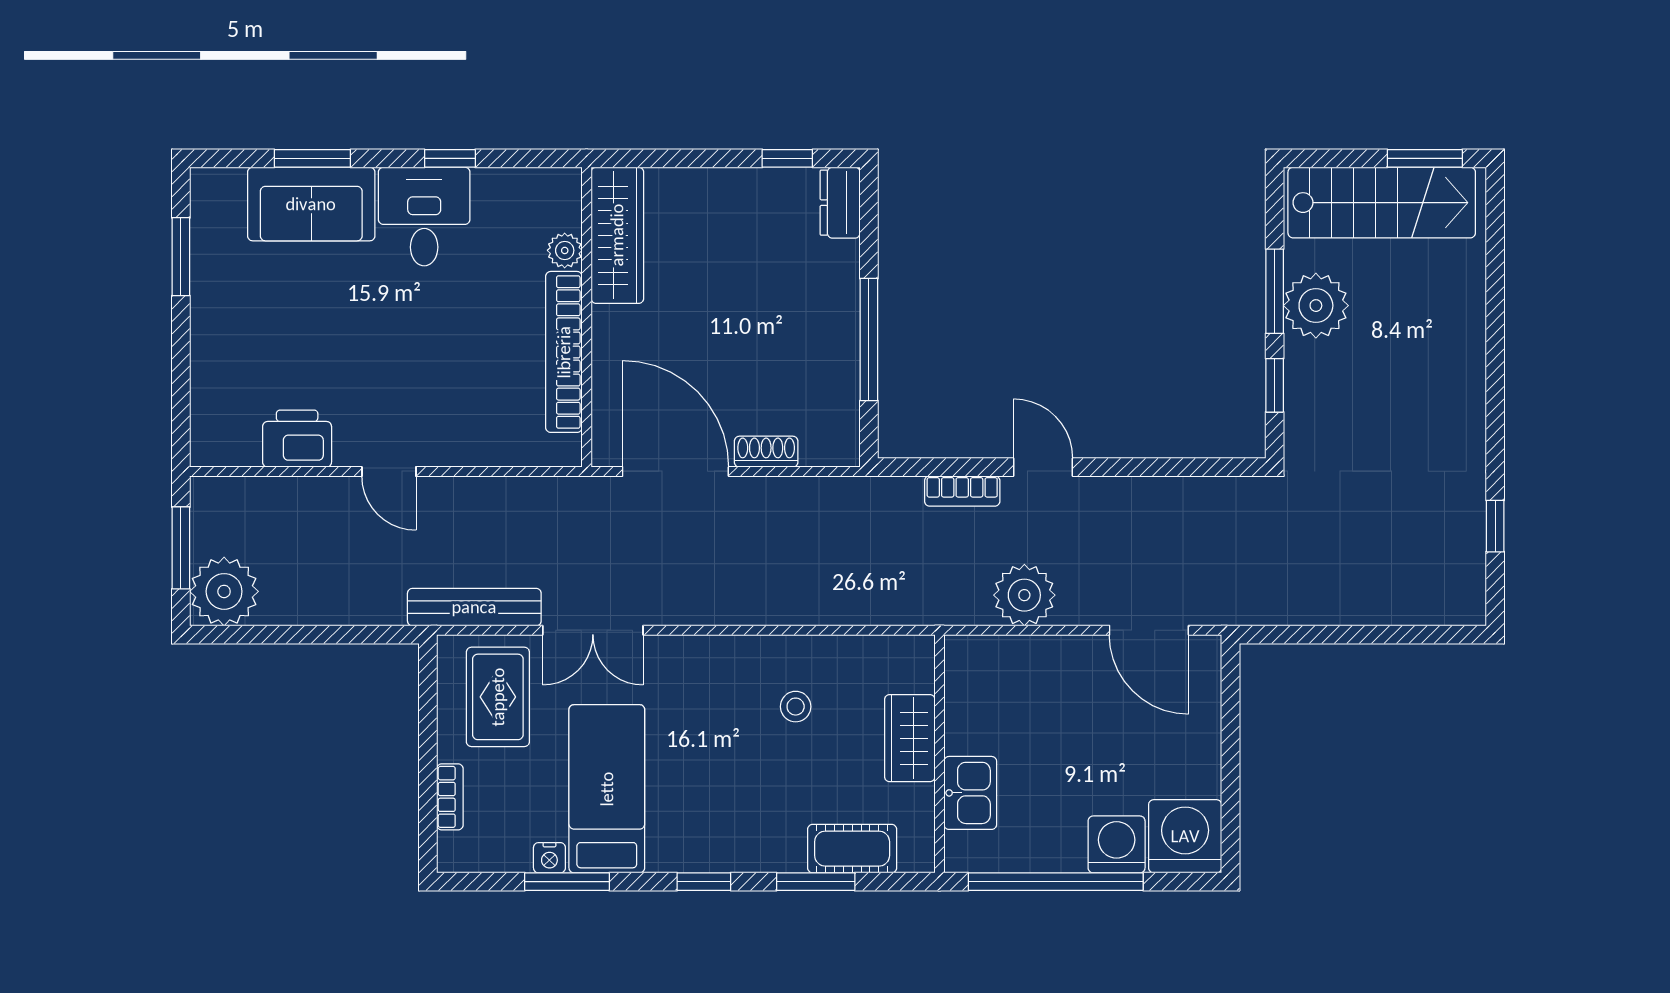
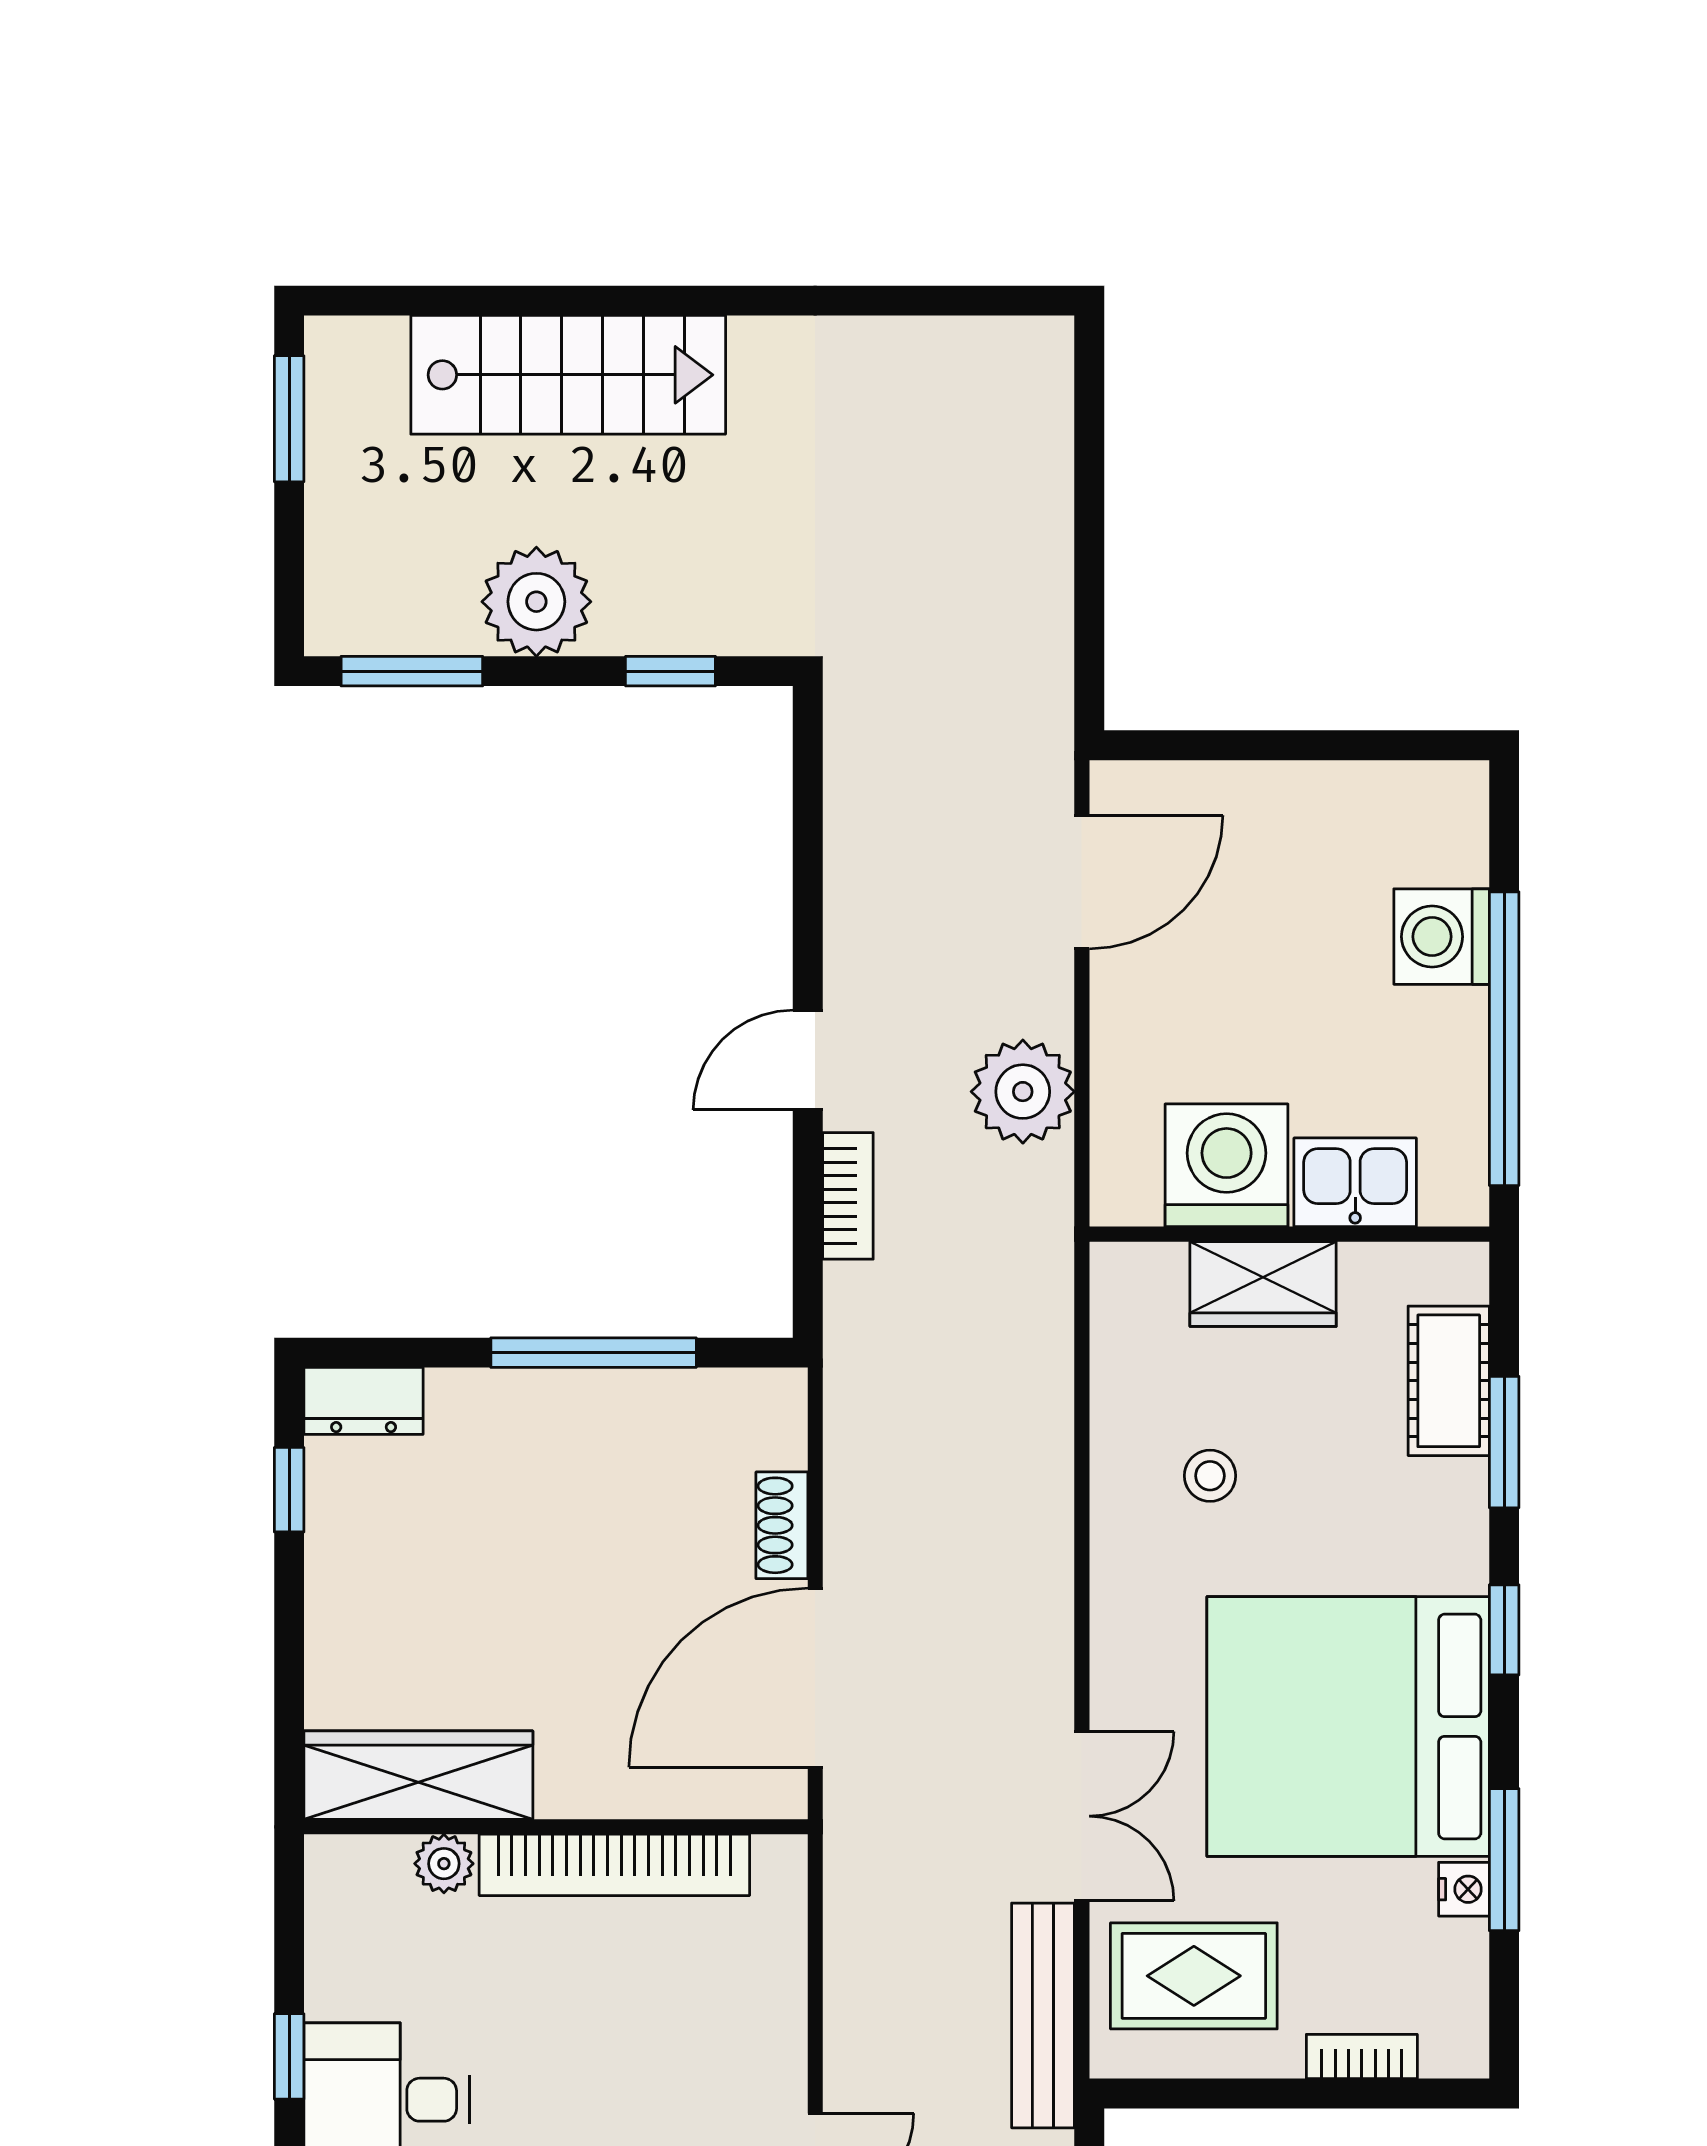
stairs: (1382, 203) -> (568, 375), moved, turned 90
window: (1275, 291) -> (412, 671), moved
window: (1495, 526) -> (907, 301), removed
bed: (607, 789) -> (1348, 1727), width x2.04
washing machine: (1185, 836) -> (1227, 1165), moved, turned 90

